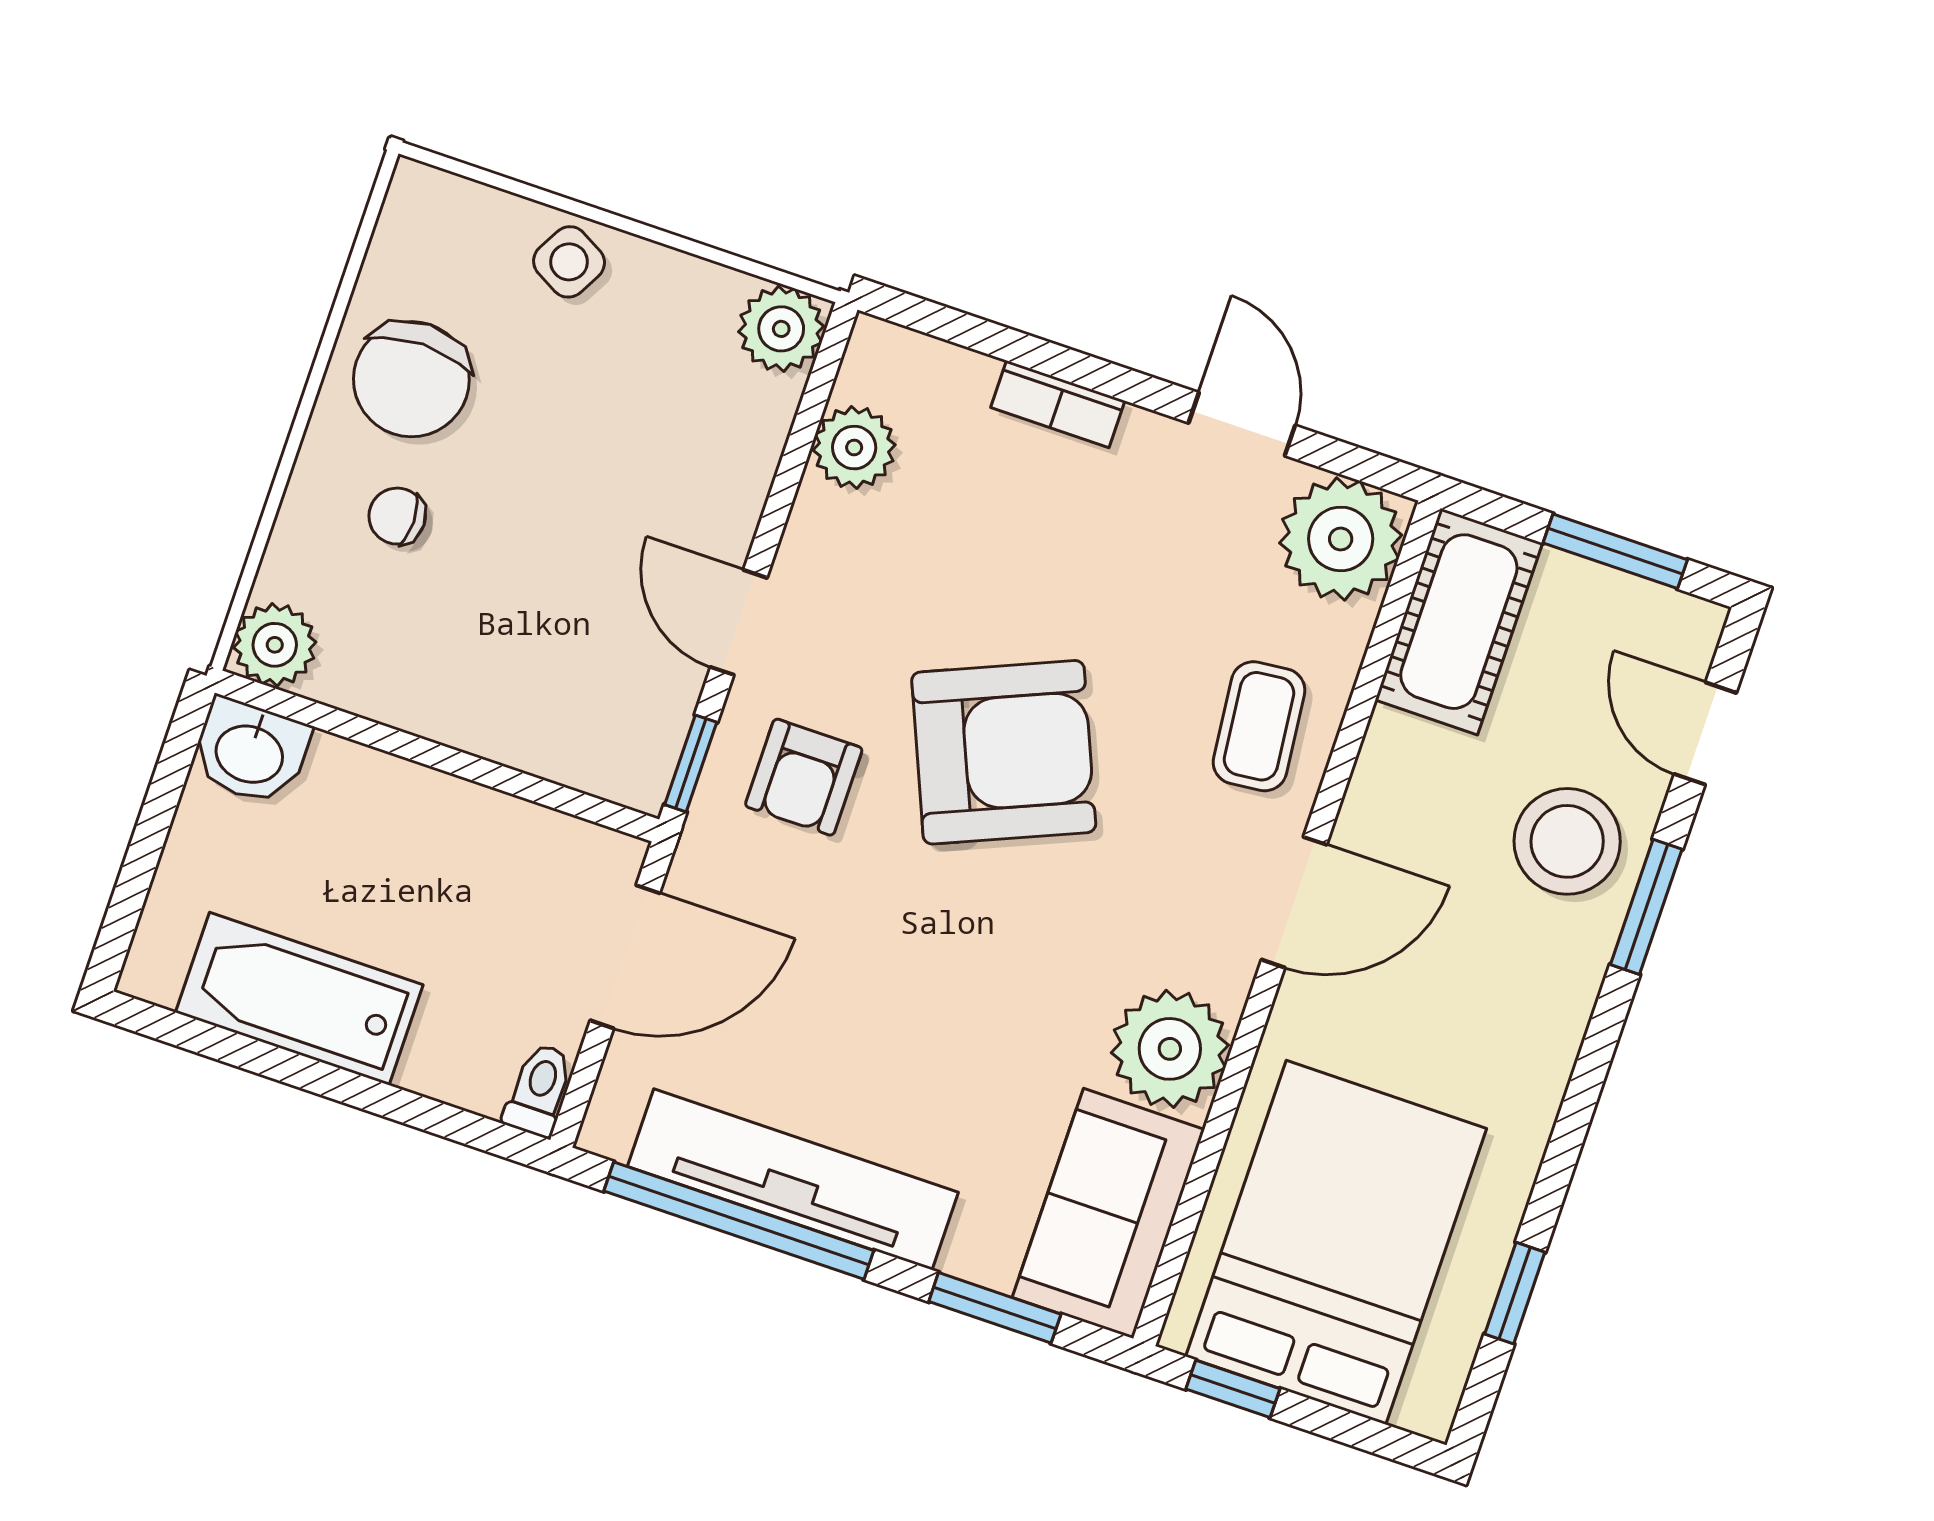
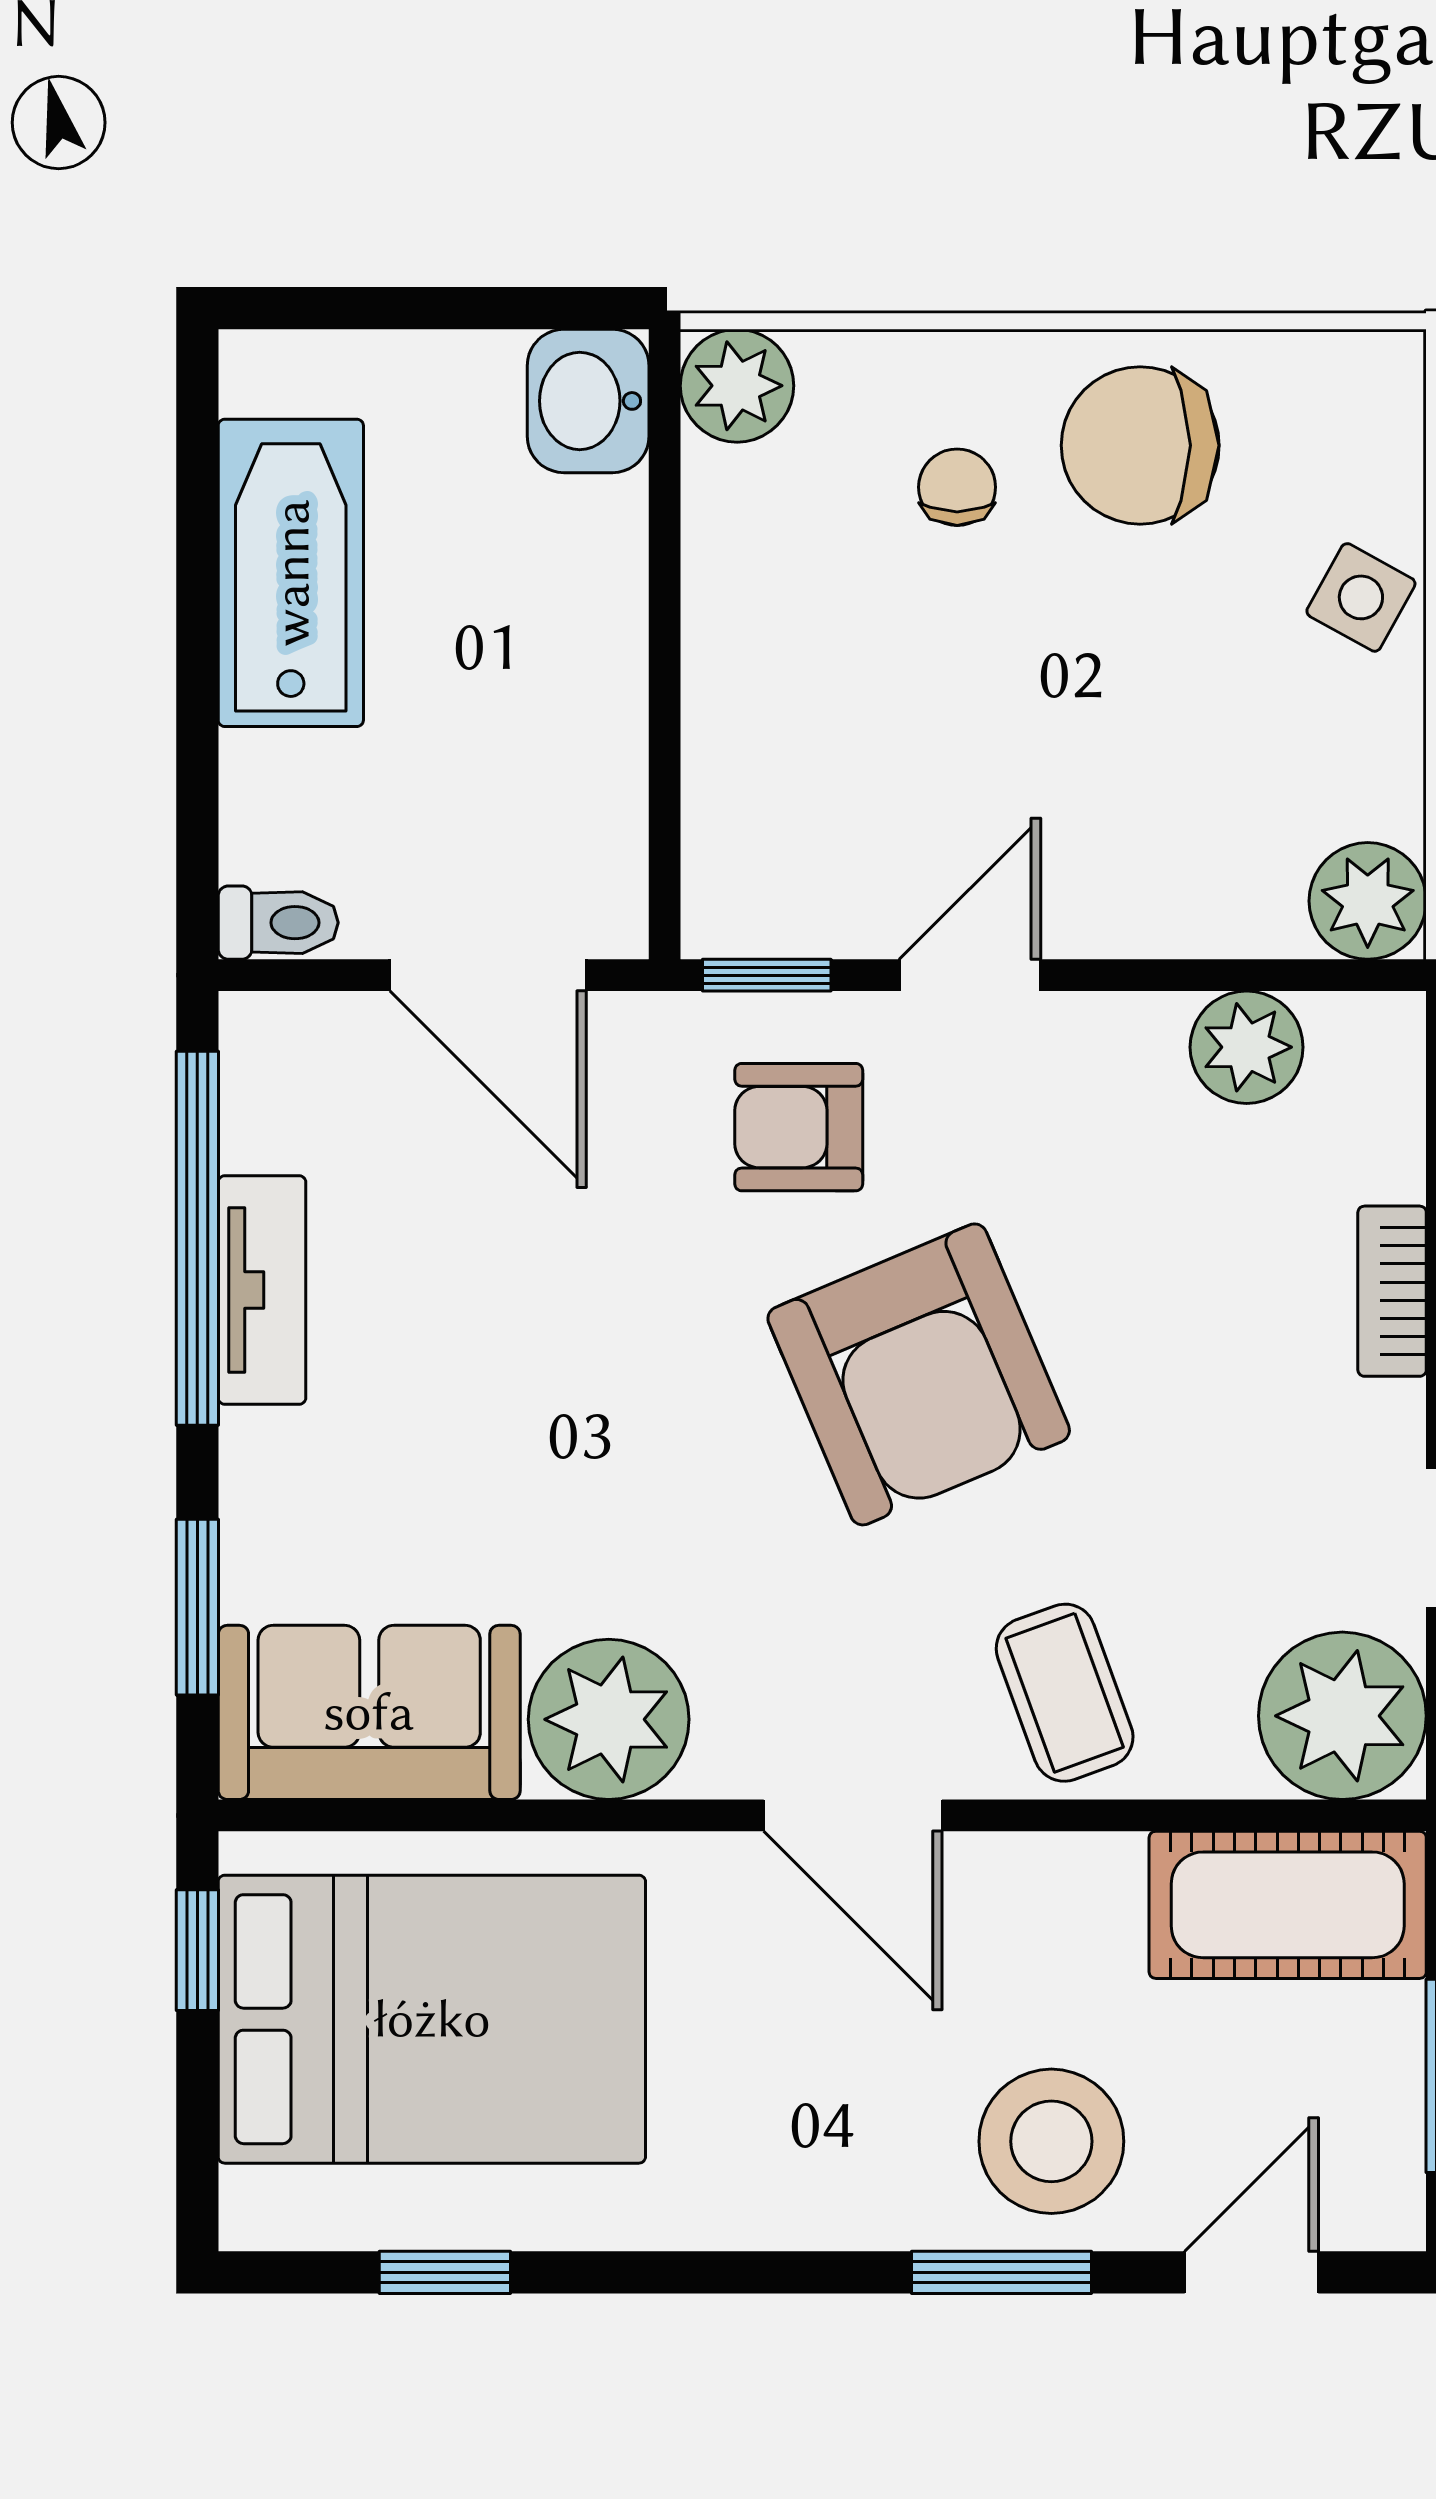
coffee table: (1259, 726) -> (1065, 1693), turned 76
tv unit: (793, 1179) -> (262, 1290), width x0.52, depth x0.78

